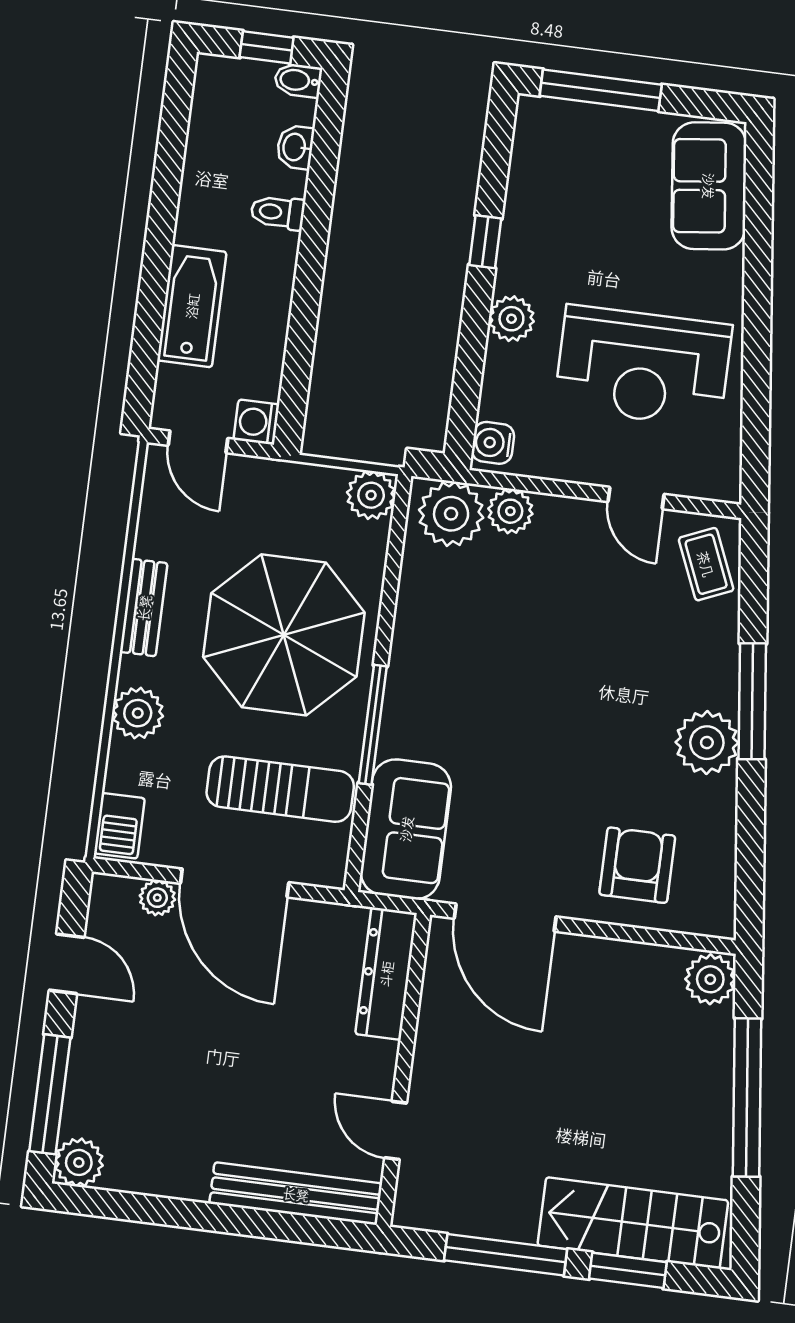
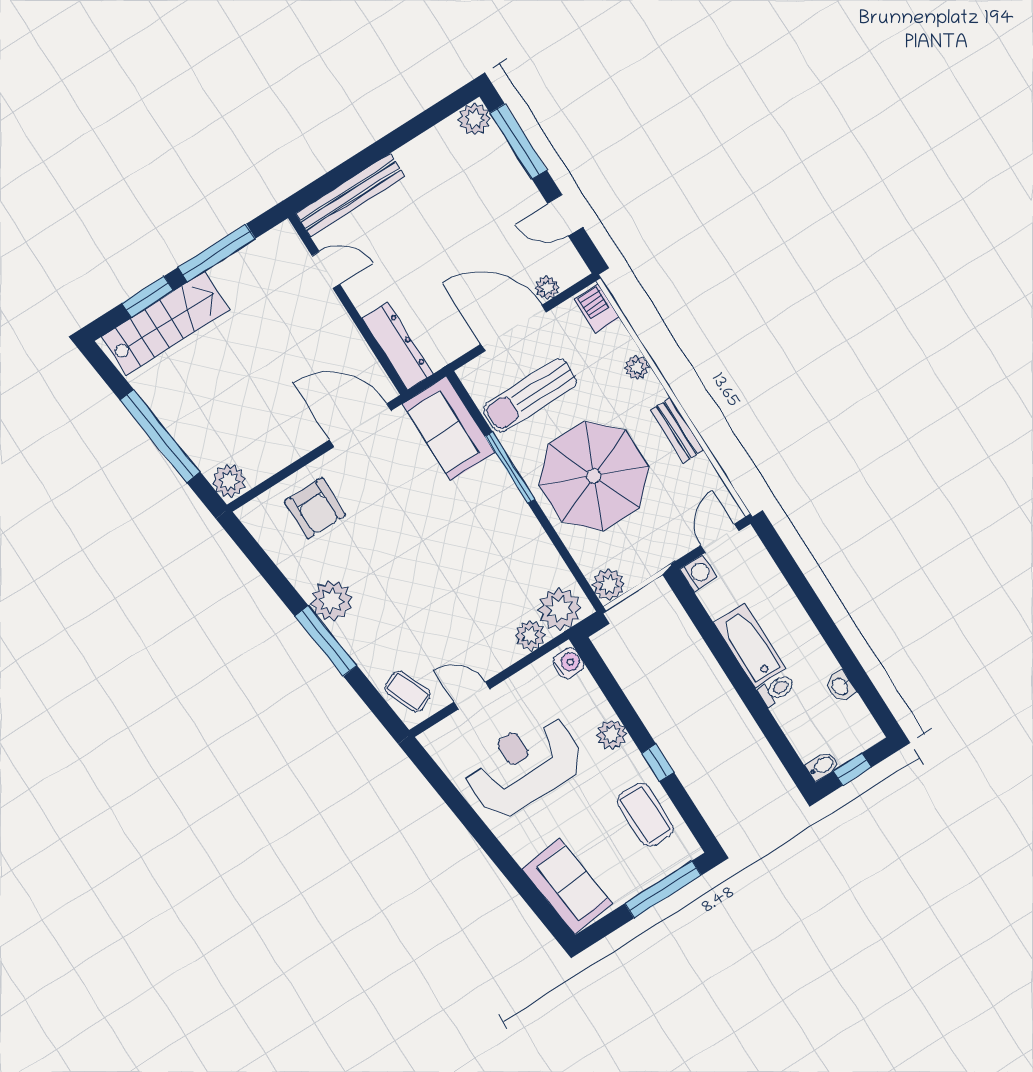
washbasin: (295, 147) -> (840, 686), moved, turned 180
coffee table: (550, 194) -> (645, 815), added
bathtub: (192, 306) -> (750, 645), moved, turned 180
door: (198, 442) -> (720, 538), hinge flipped
plant: (138, 713) -> (637, 367), width x0.73, depth x0.73

